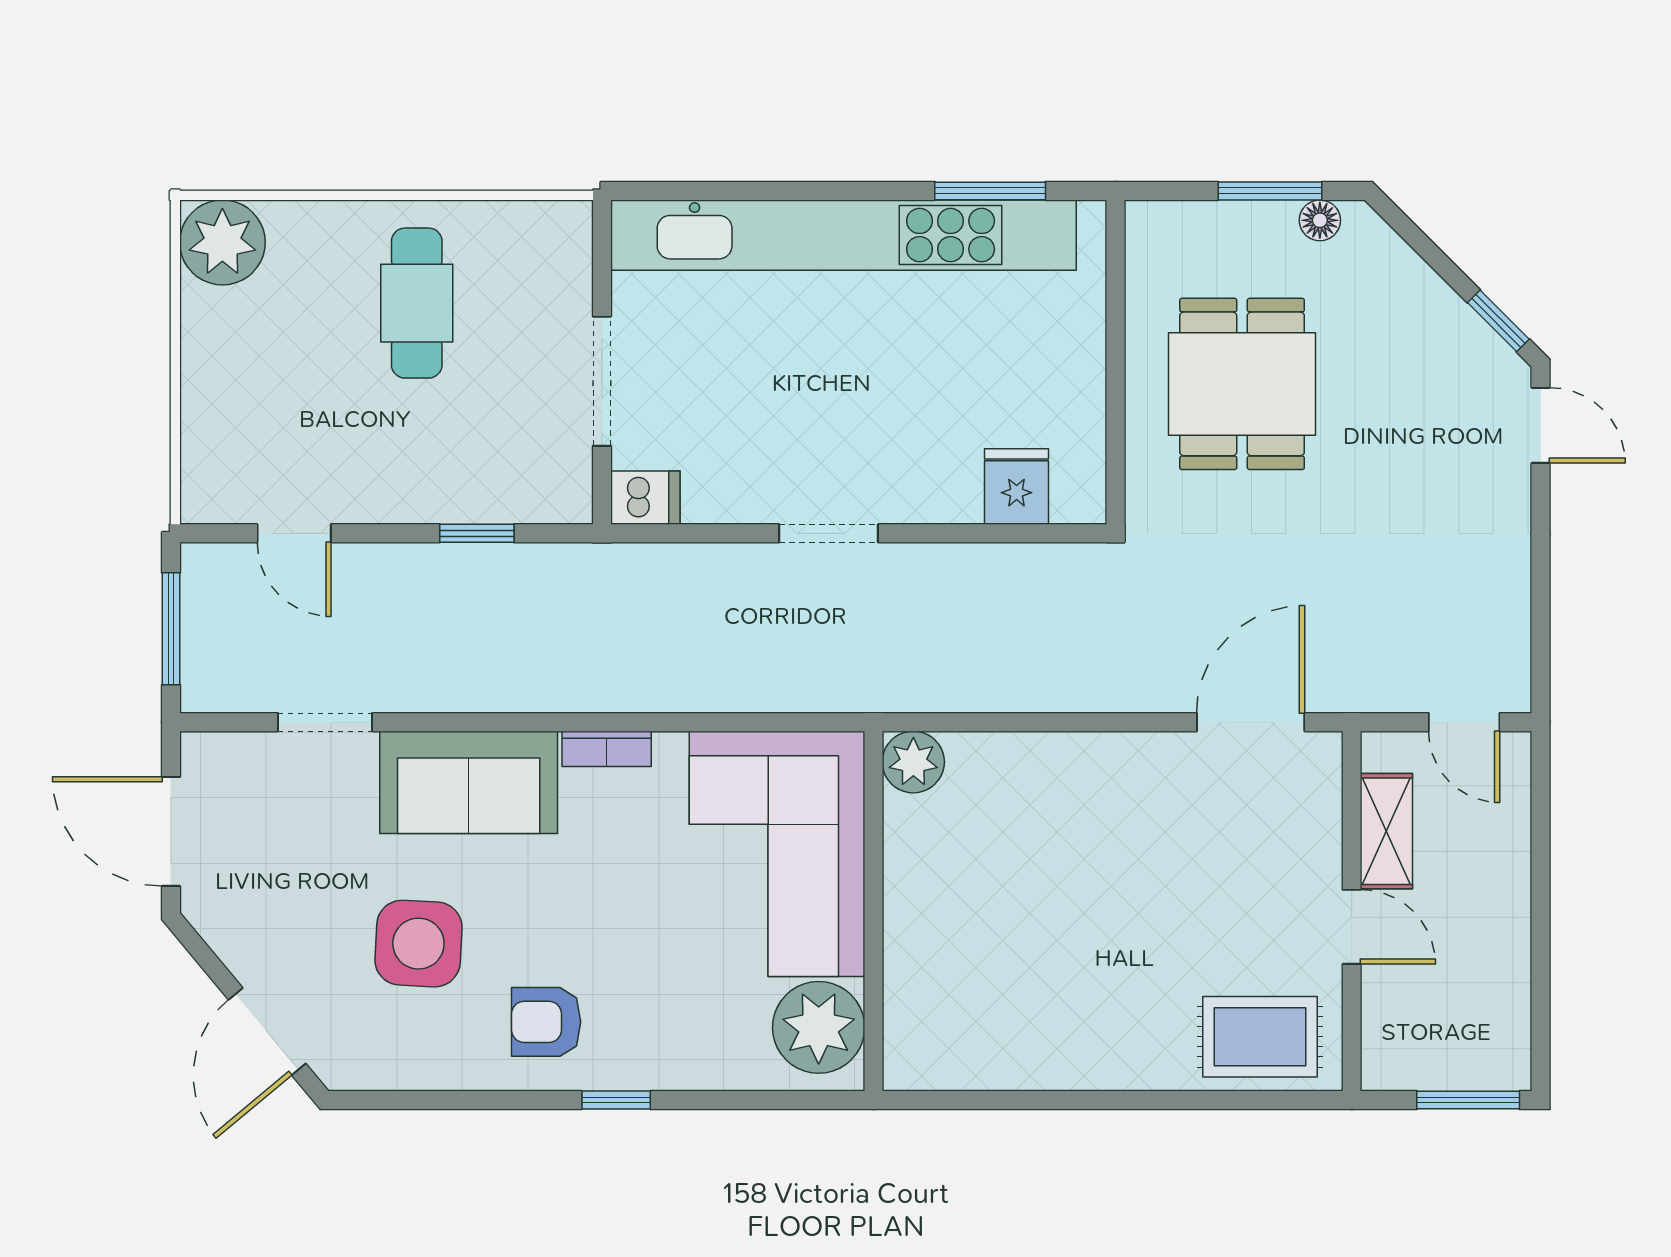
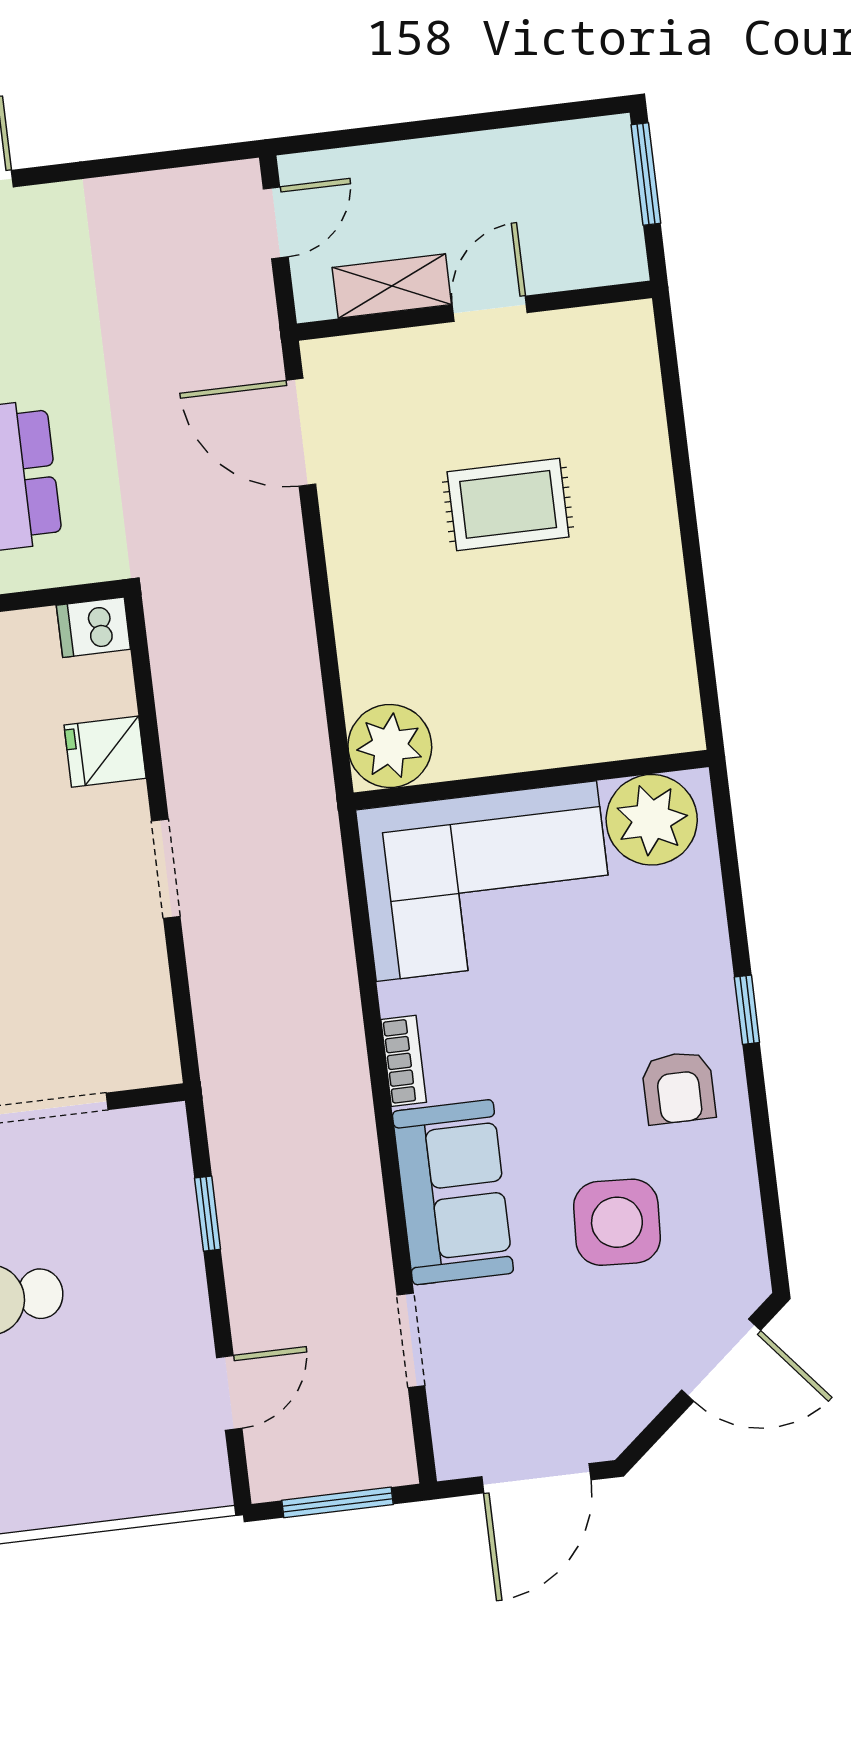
fridge: (1017, 487) -> (105, 752), moved
dishwasher: (645, 498) -> (93, 627), moved, turned -90
plant: (913, 762) -> (390, 746), width x1.36, depth x1.36
rug: (1260, 1037) -> (508, 504), moved, turned 90

